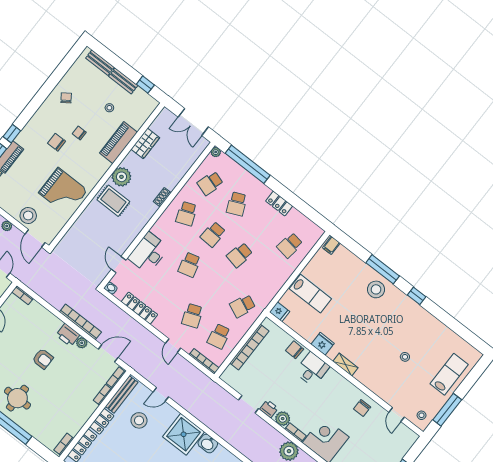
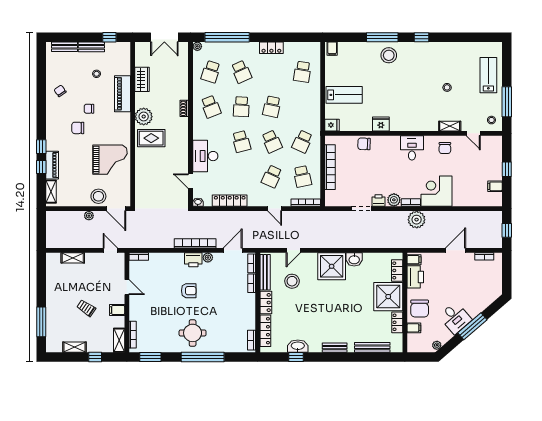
school desk: (216, 285) -> (272, 142), added
school desk: (192, 316) -> (272, 176), turned 45
shelving: (345, 365) -> (450, 126), moved
desk: (312, 369) -> (412, 148), moved

